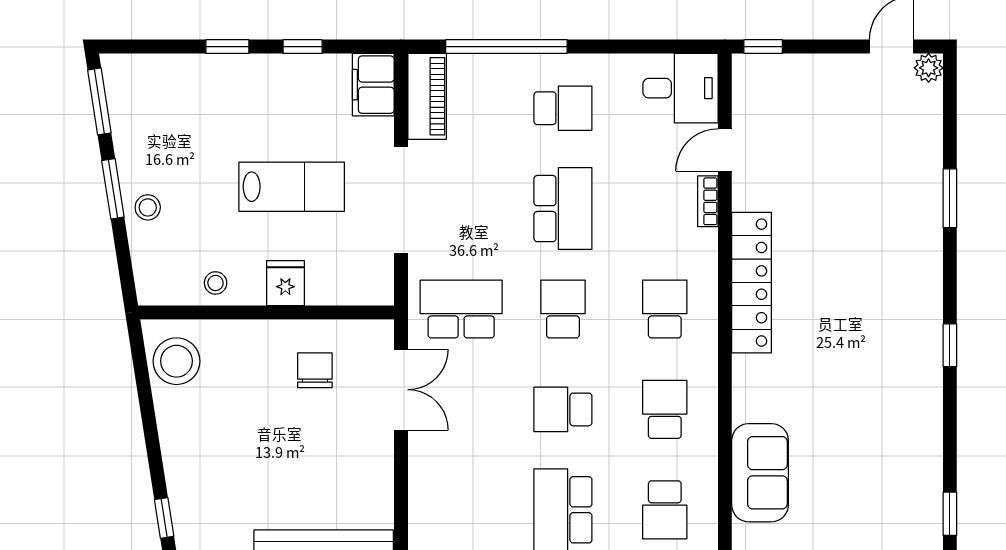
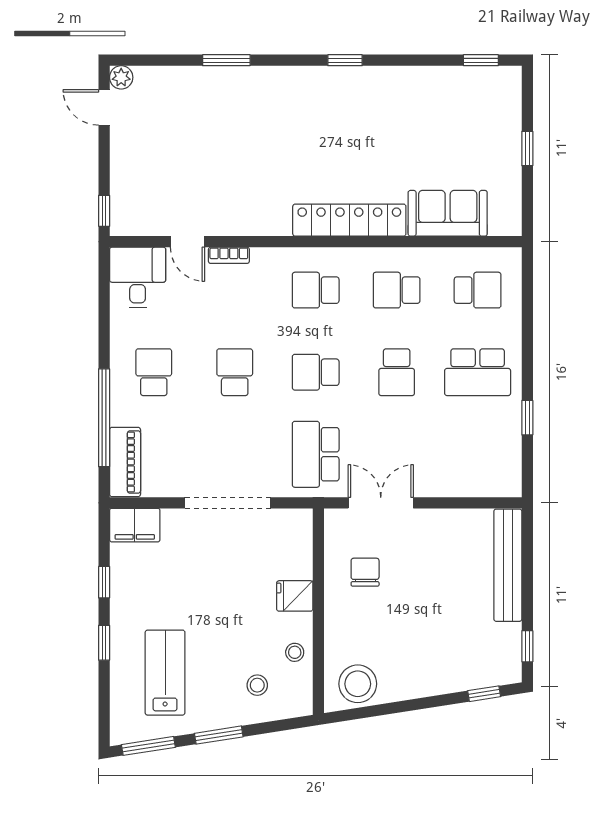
piano: (427, 96) -> (125, 462), moved, turned 90
lab bench: (292, 187) -> (165, 673), moved
stool: (148, 207) -> (257, 685), moved
school desk: (563, 209) -> (235, 372), width x0.54
locker: (752, 283) -> (349, 220), moved
chair: (315, 370) -> (365, 572), turned 90

